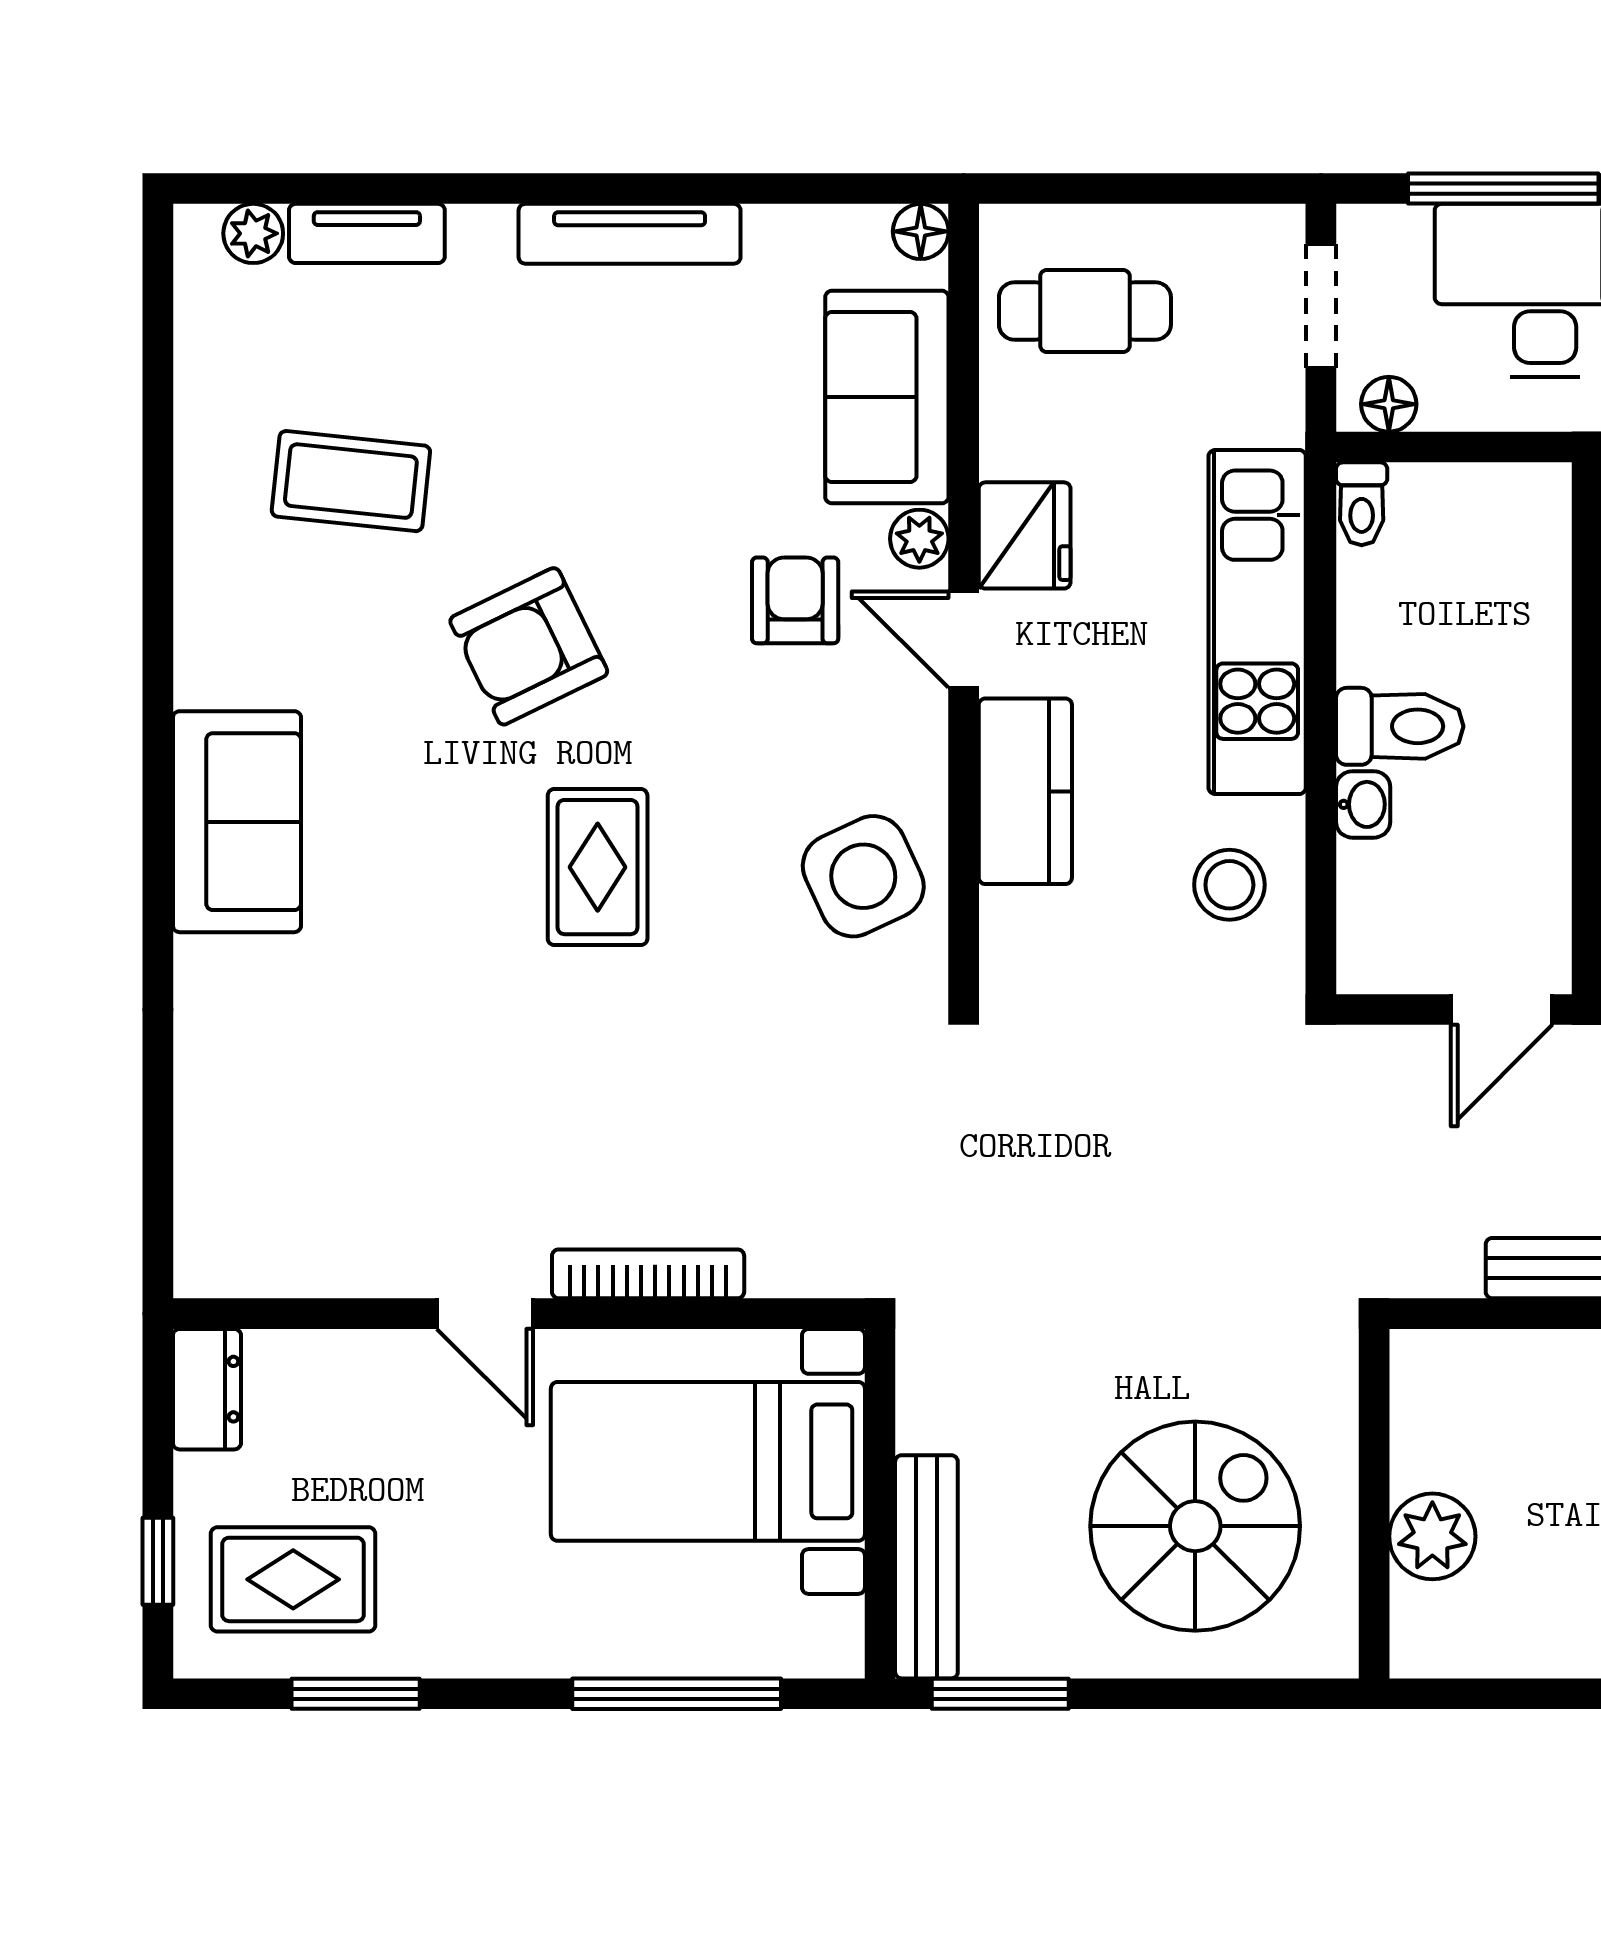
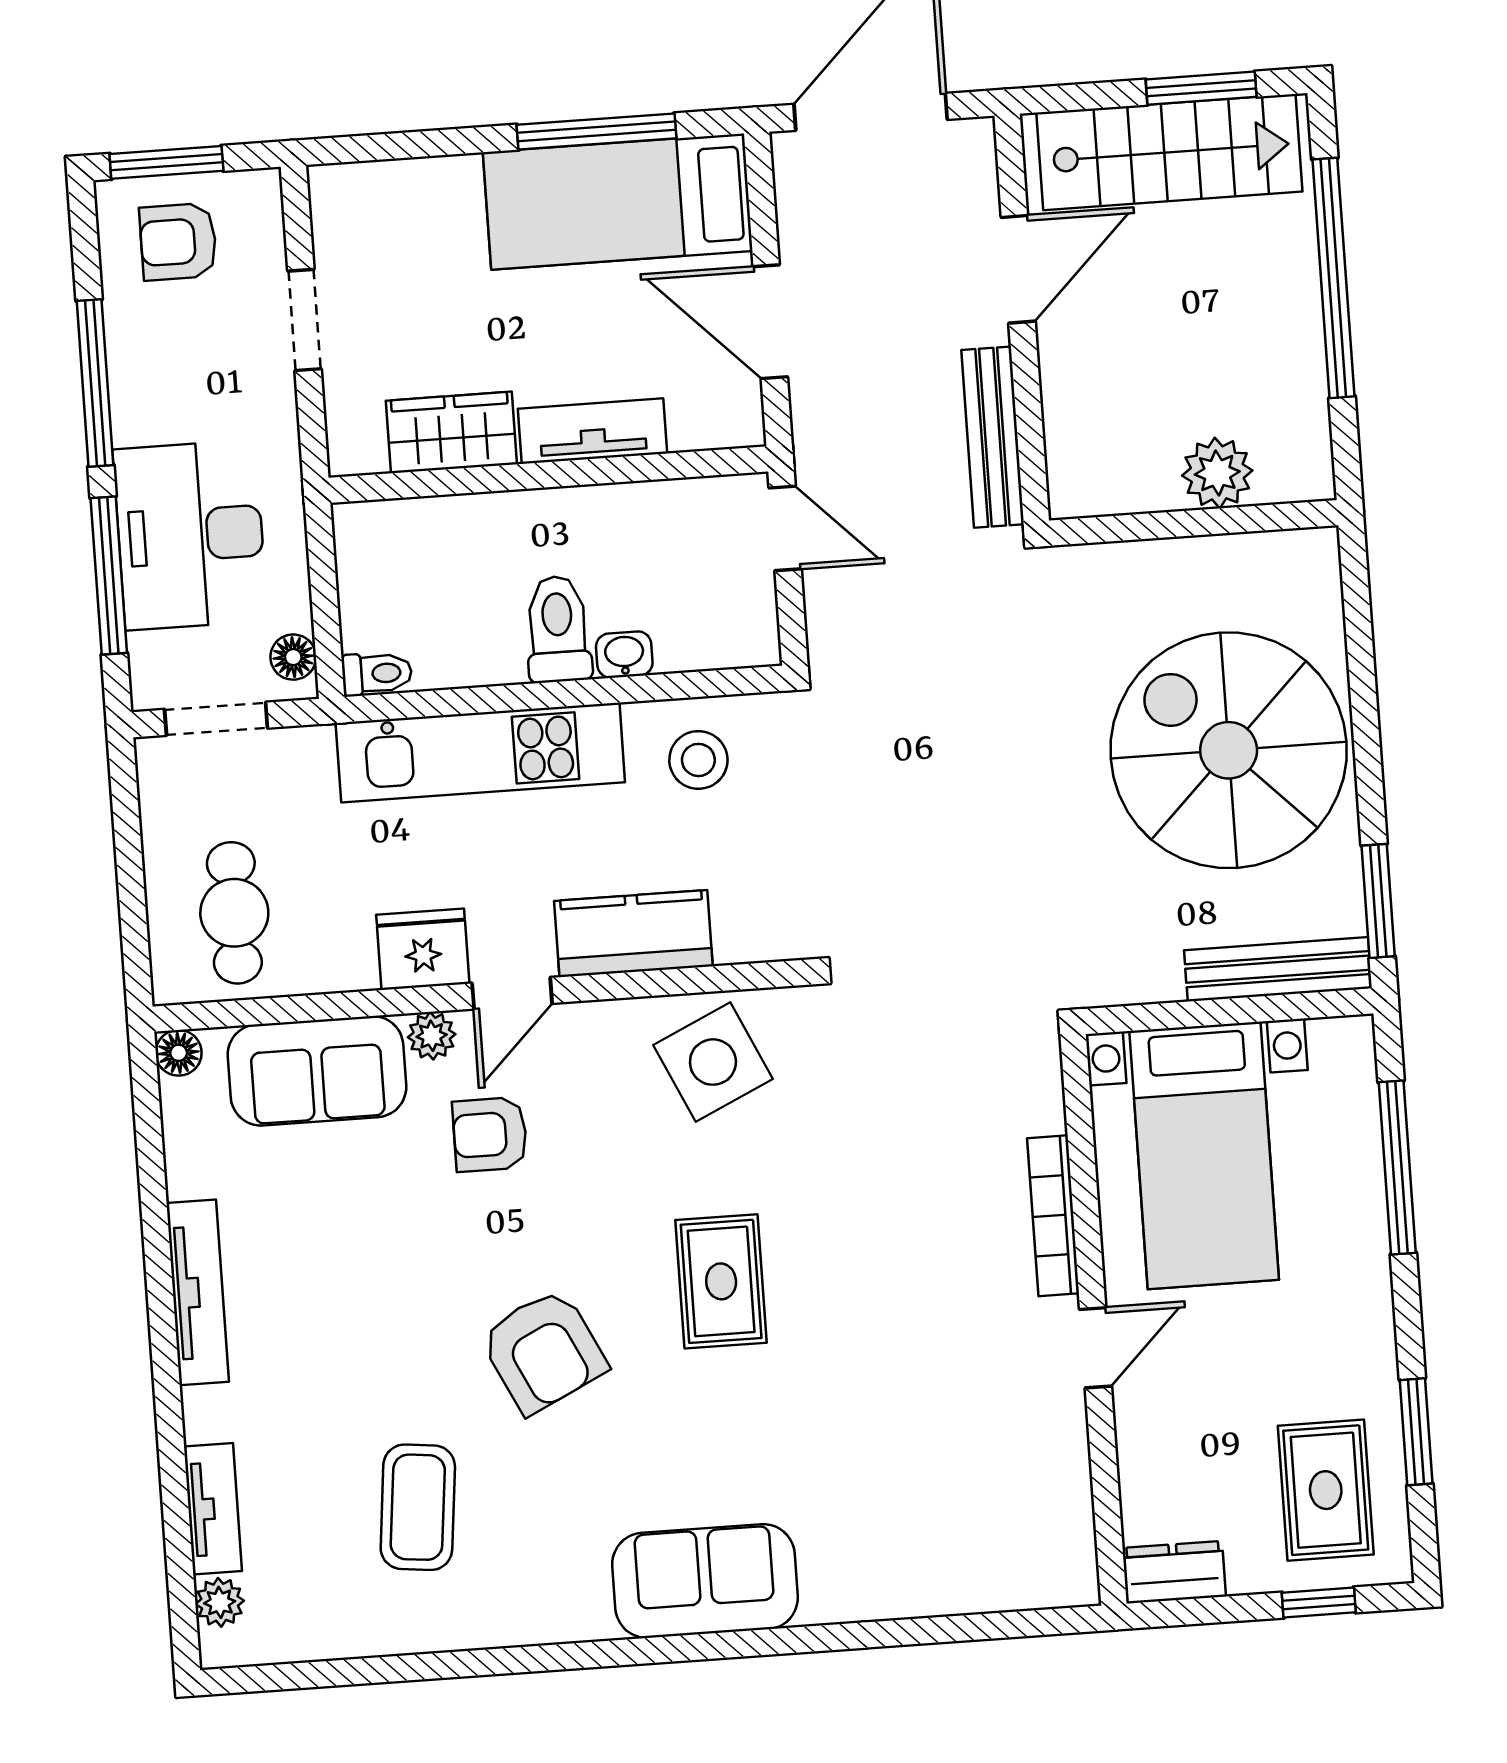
rug: (598, 867) -> (721, 1281), turned 90
wall: (1374, 1504) -> (1194, 523), moved
spiral stairs: (1195, 1526) -> (1229, 750), width x1.37, depth x1.37
plant: (1432, 1536) -> (1217, 473), moved

